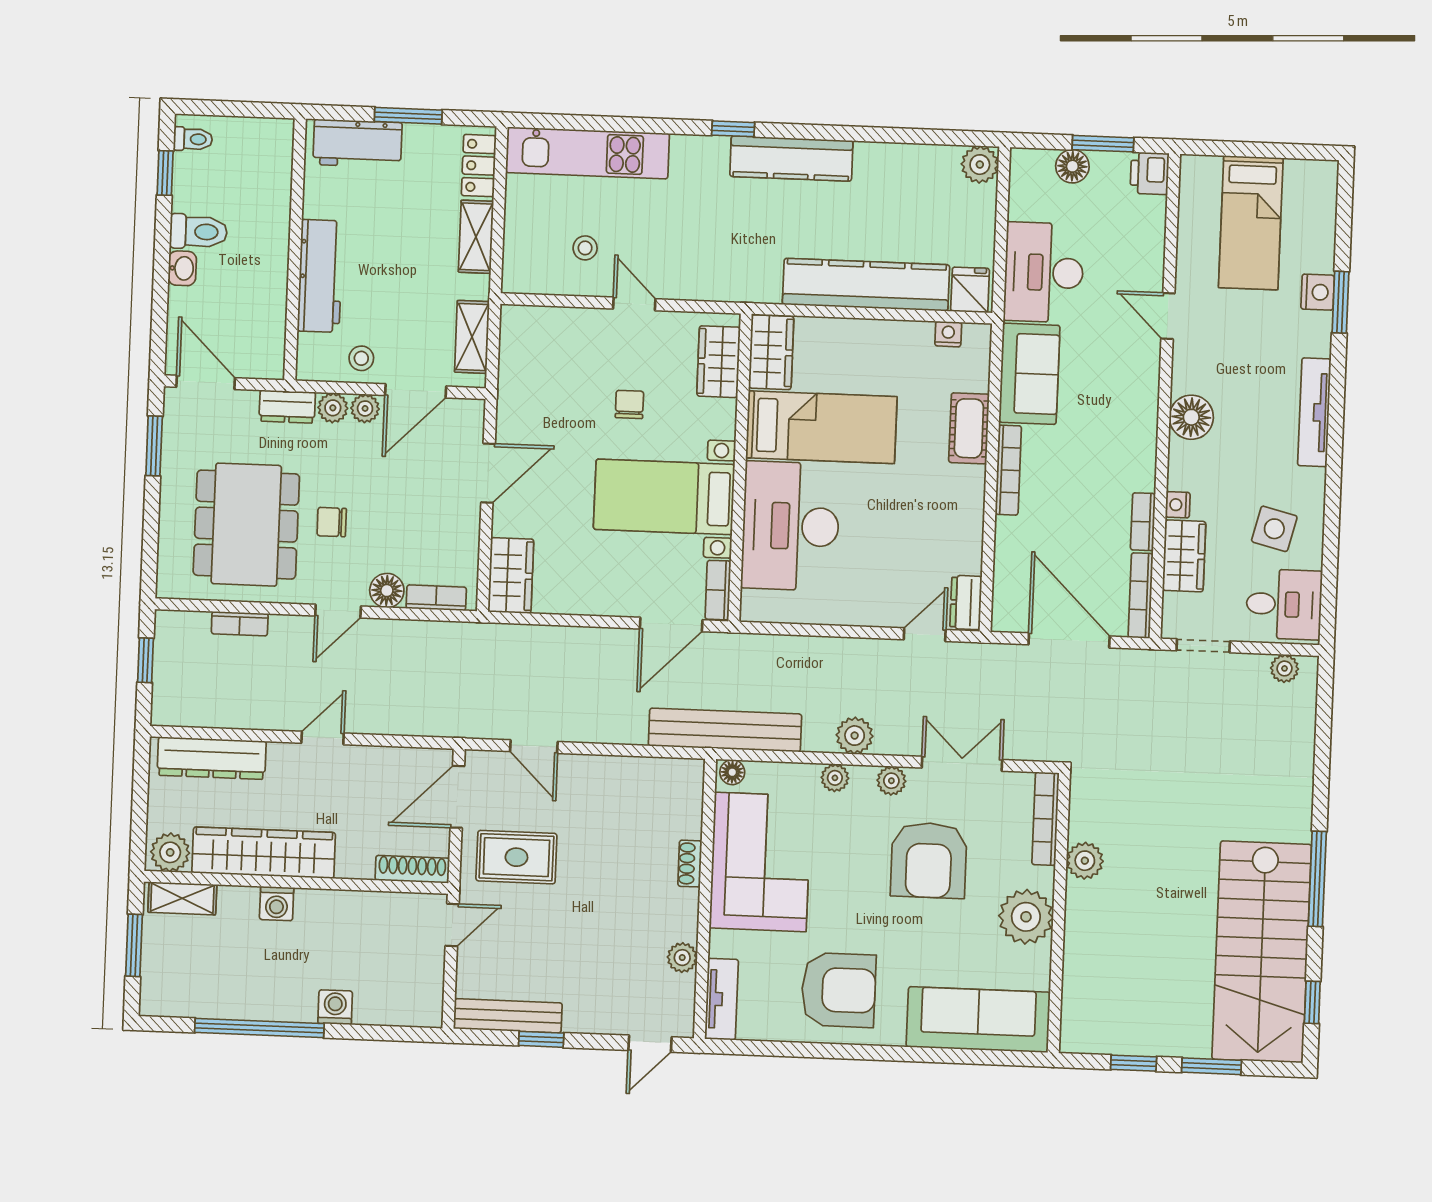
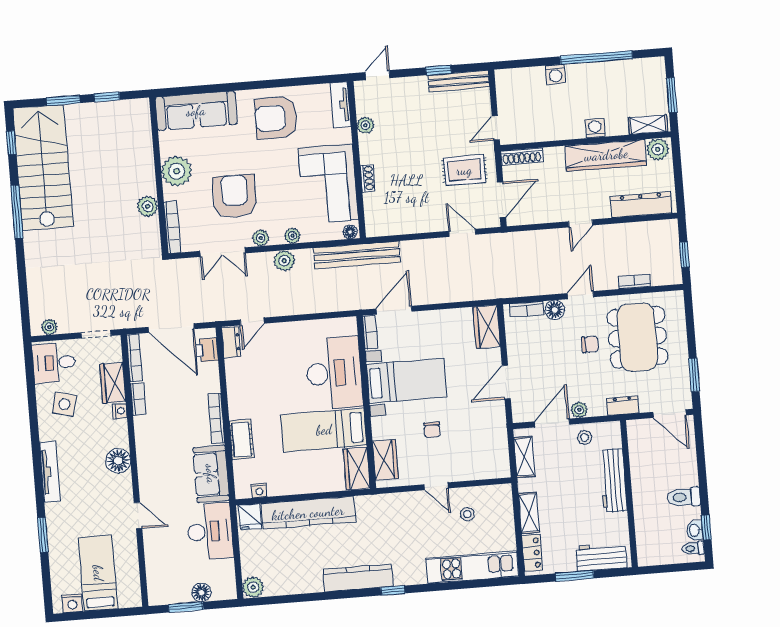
printer: (1150, 173) -> (207, 350), moved, turned 180
washbasin: (182, 268) -> (695, 530), moved
nightstand: (1318, 292) -> (72, 603), moved, turned -90
plant: (333, 408) -> (597, 408), removed

